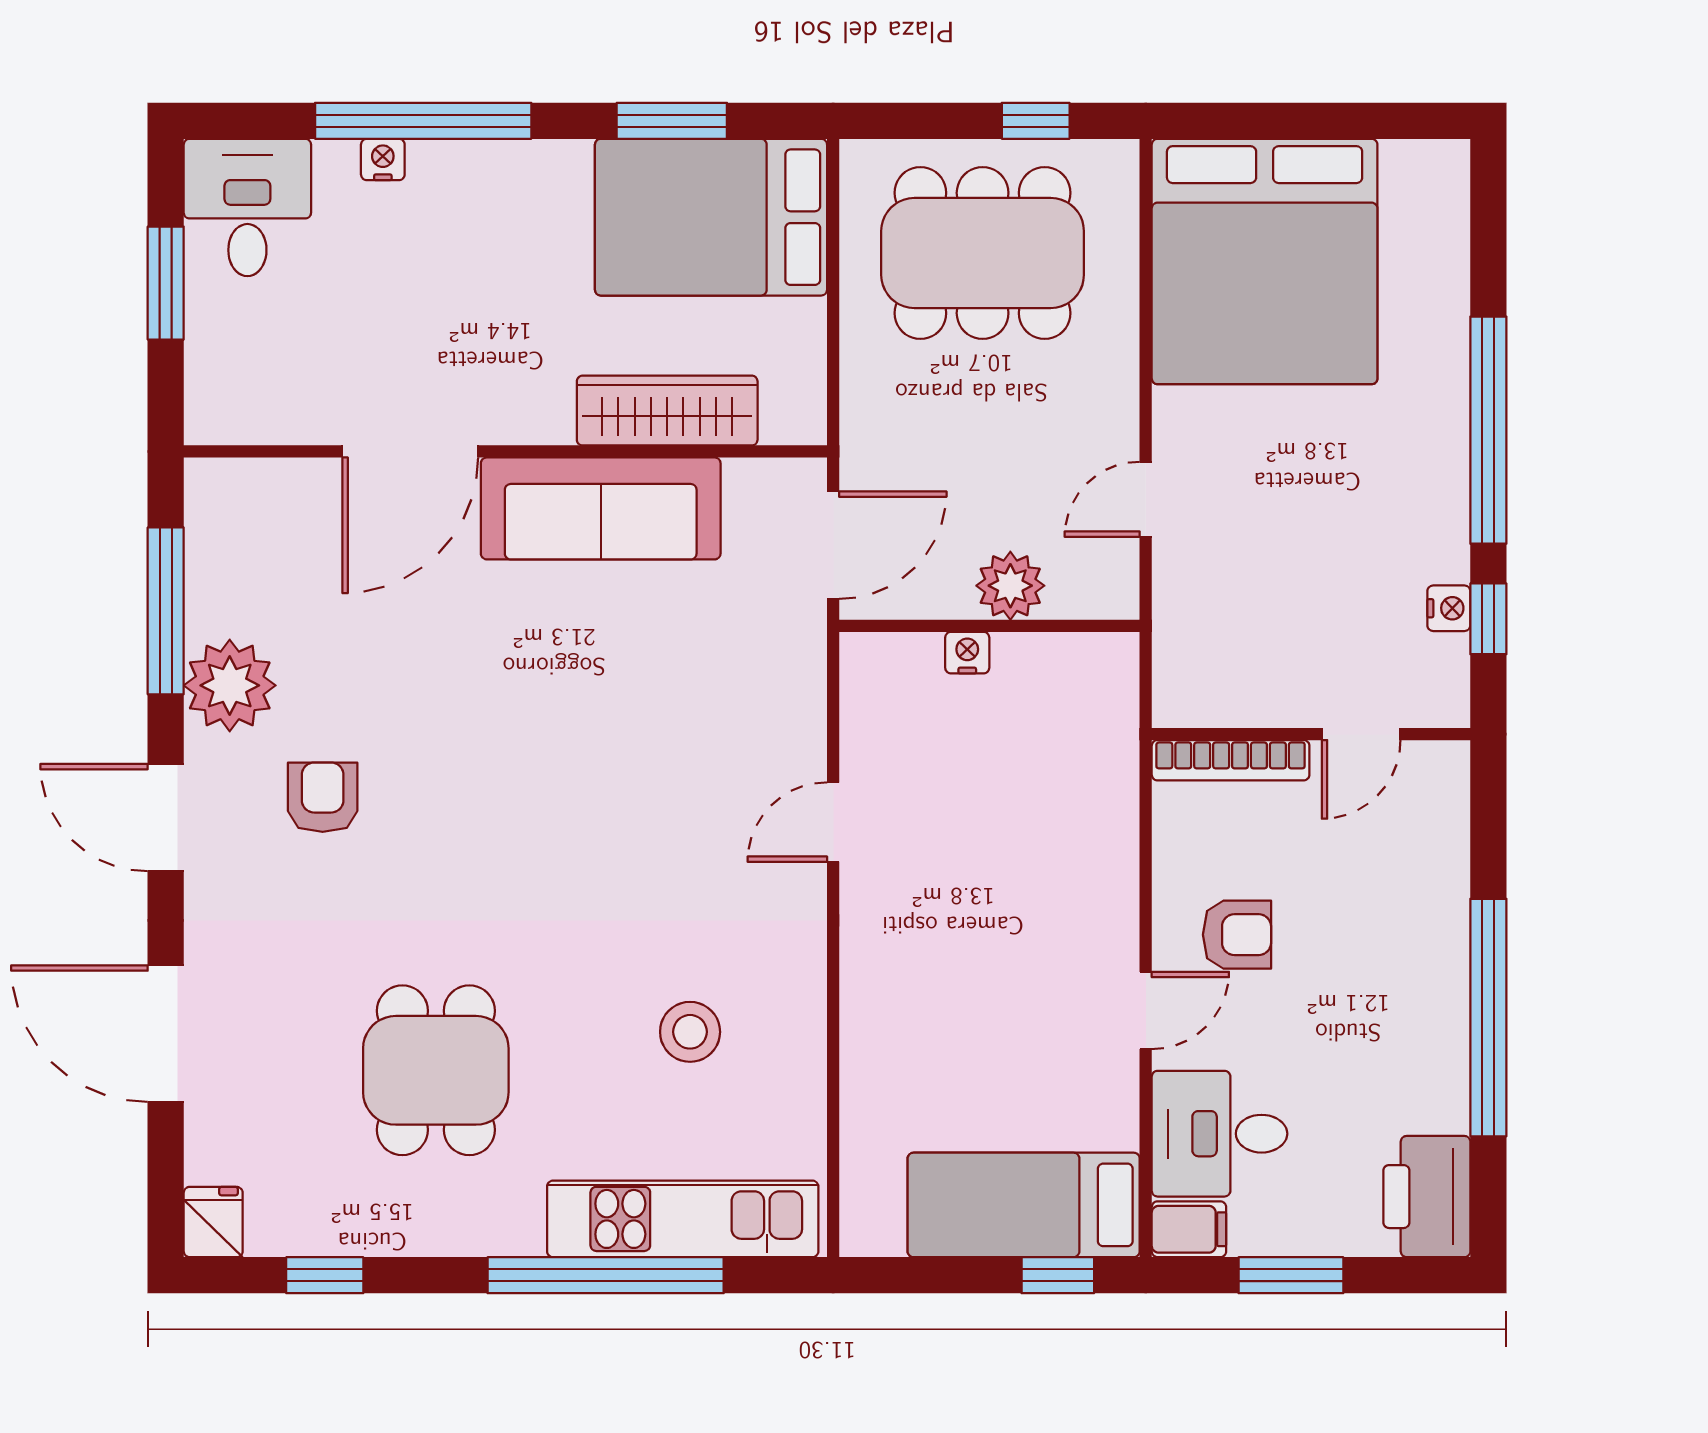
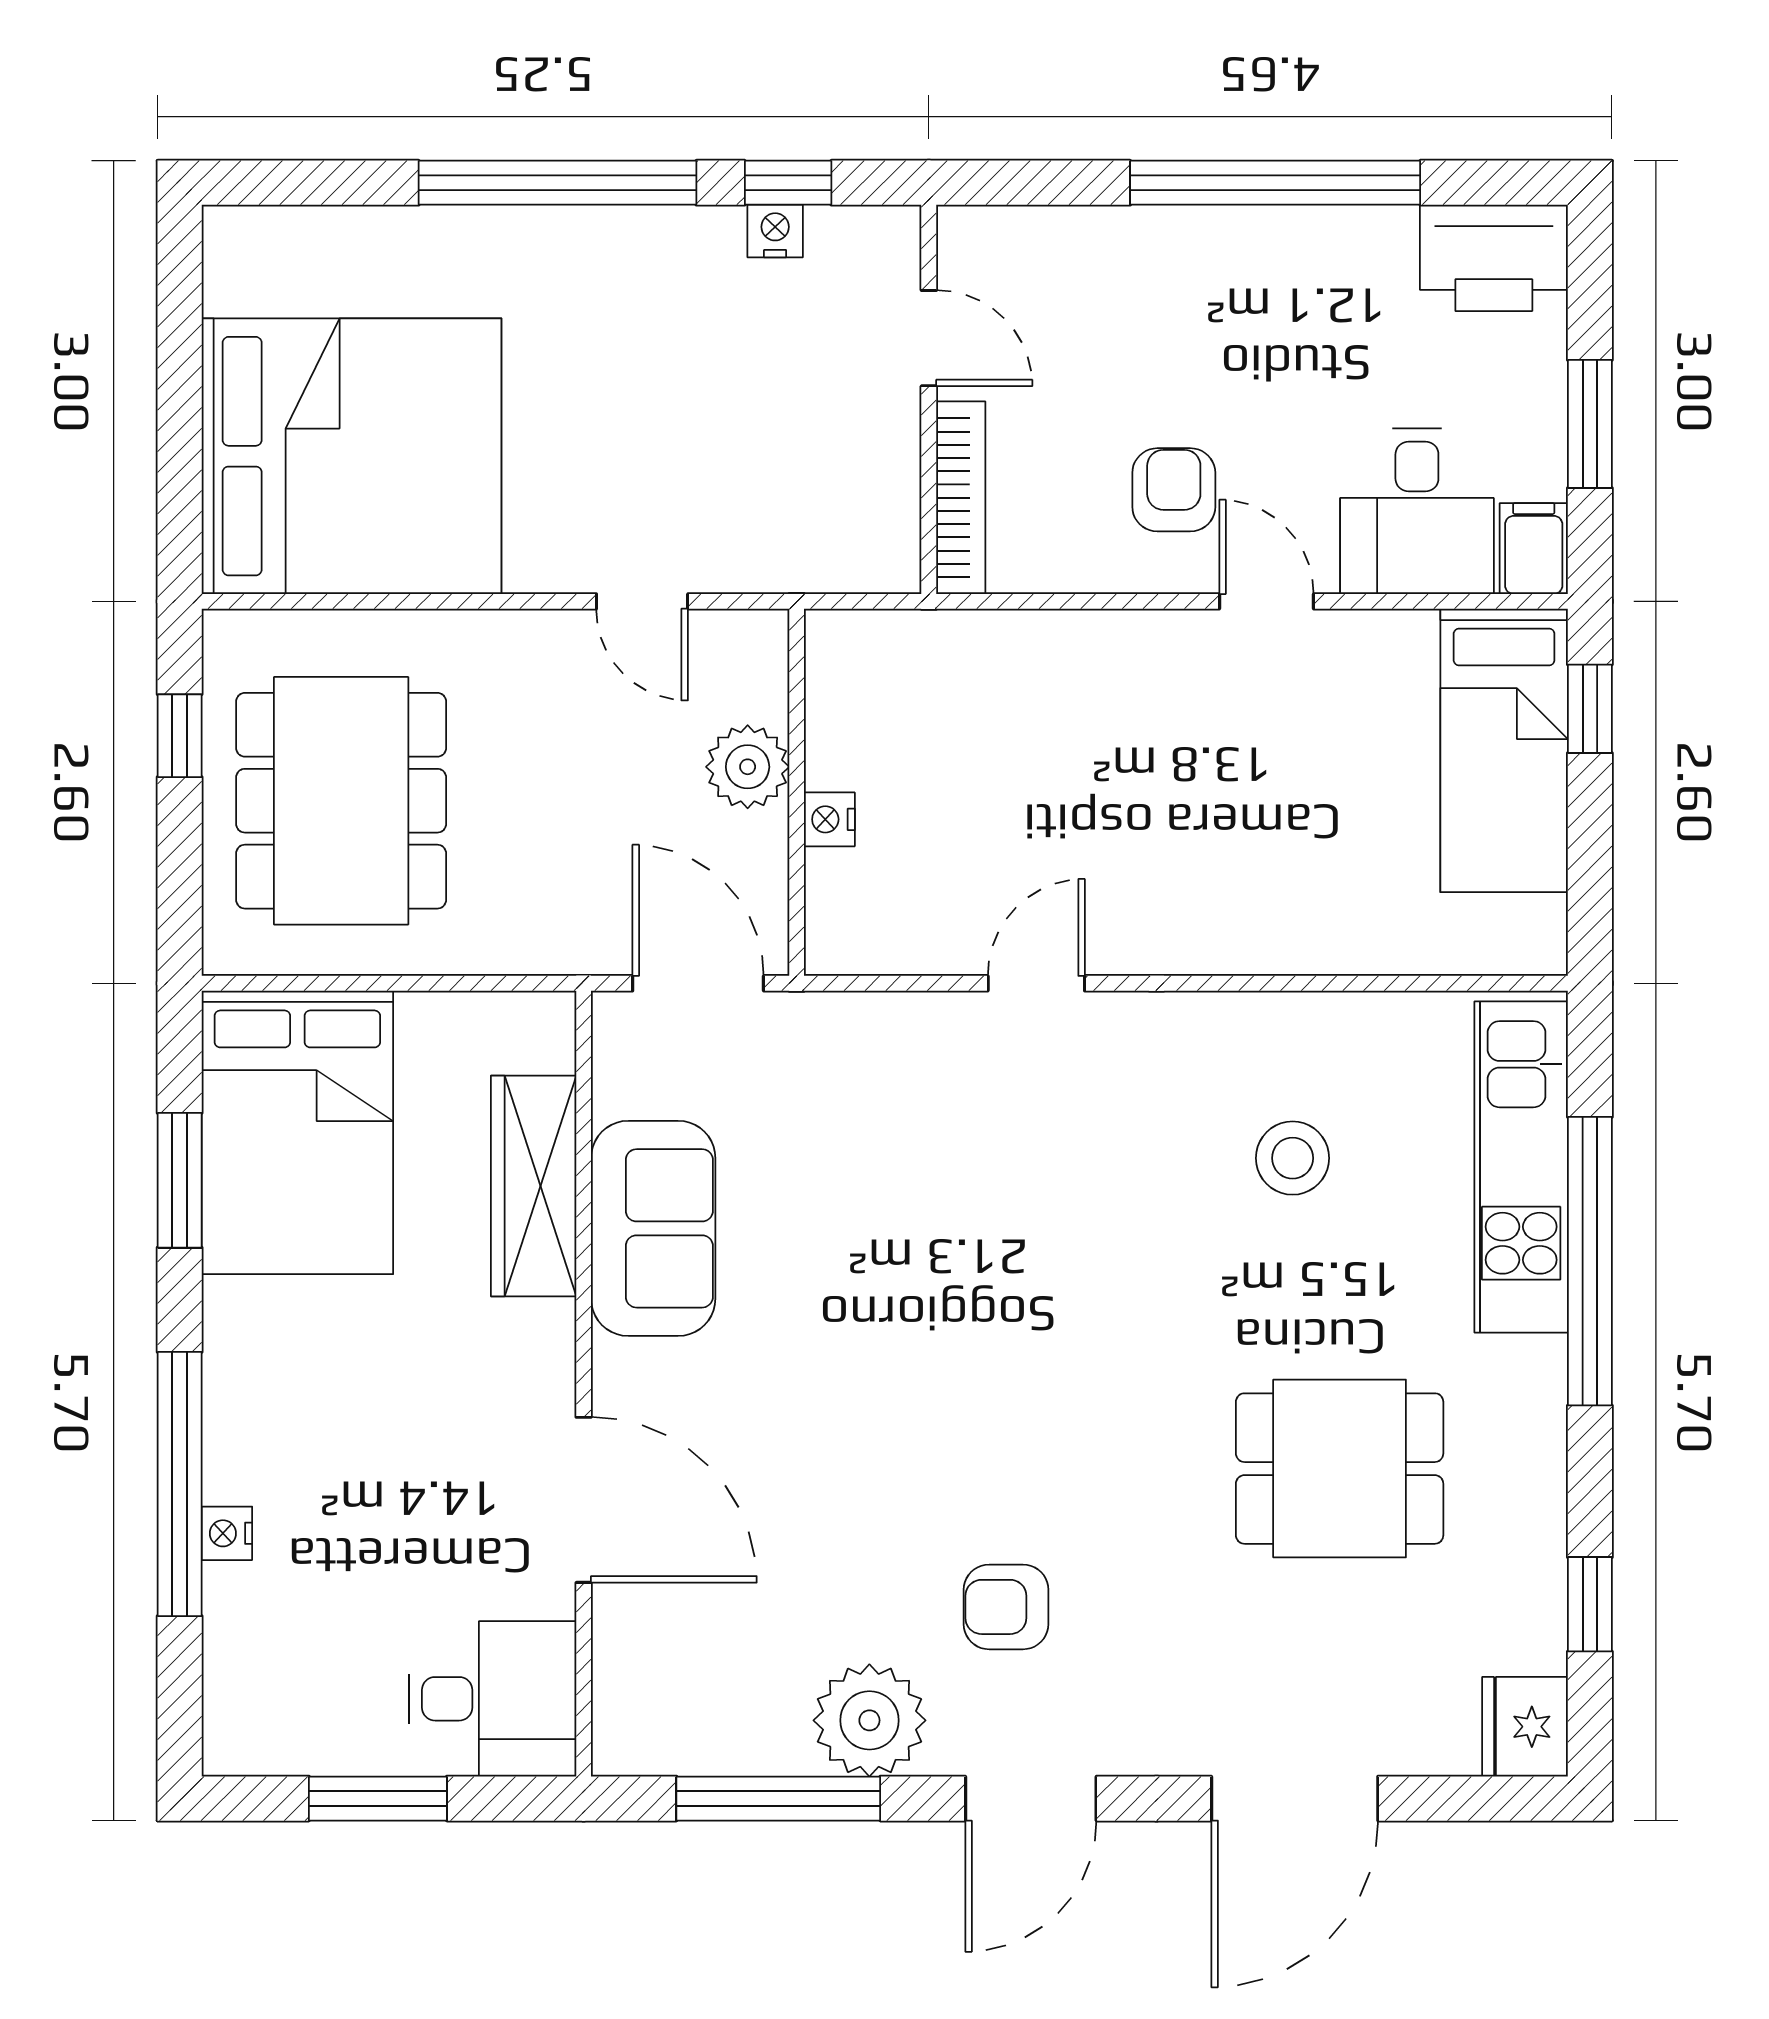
desk: (247, 207) -> (492, 1699), moved, turned 180
sofa: (601, 508) -> (653, 1228), width x0.73
door: (833, 822) -> (1036, 983), swing flipped
fridge: (213, 1222) -> (1525, 1727), width x1.38

